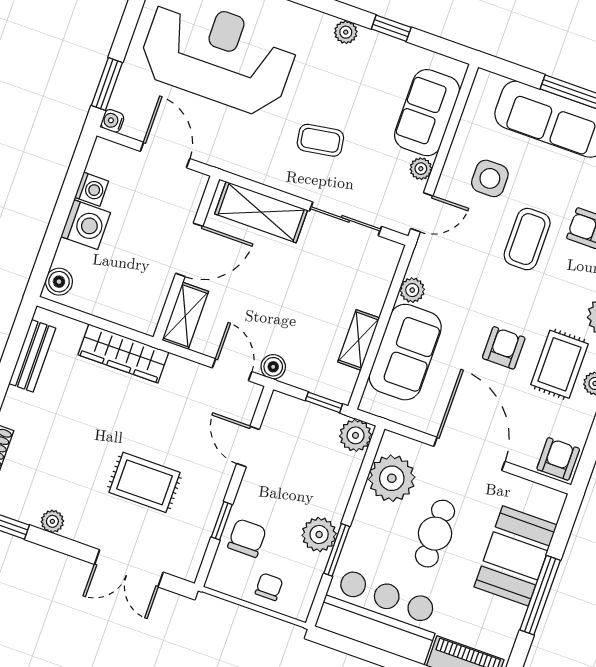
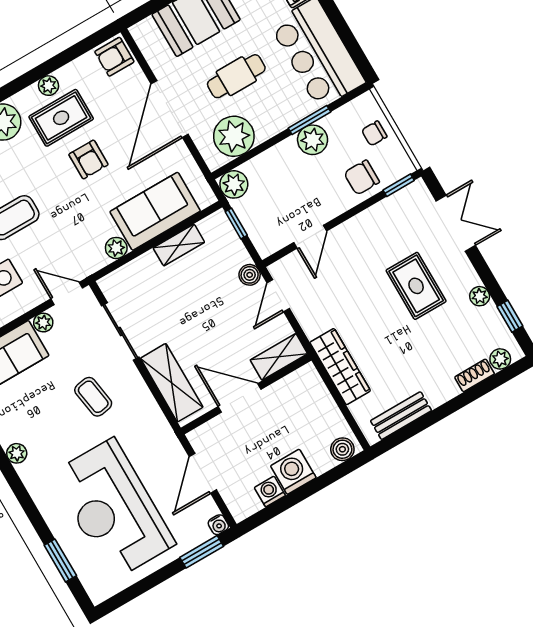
armchair: (504, 348) -> (88, 159), turned -90
rug: (144, 482) -> (416, 286), moved
window: (222, 521) -> (399, 185), moved

